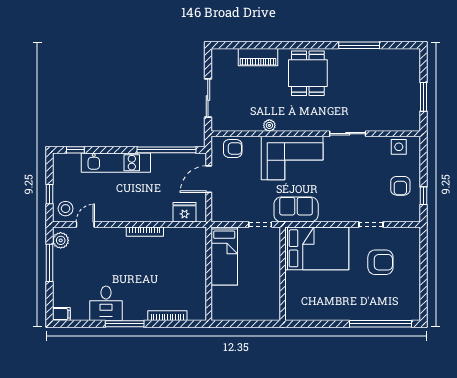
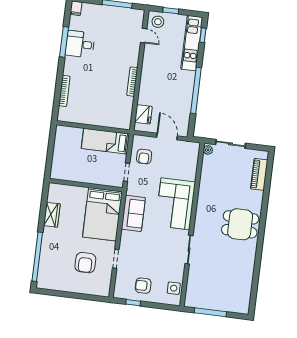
window: (359, 45) -> (257, 267), removed
piano: (258, 57) -> (259, 174), moved
window: (423, 97) -> (210, 312), width x1.44
plant: (269, 125) -> (208, 150), moved
armchair: (233, 149) -> (144, 157), moved
window: (166, 150) -> (196, 90), moved
kitchen unit: (116, 163) -> (192, 43), moved
sofa: (296, 209) -> (133, 213), moved
plant: (61, 240) -> (134, 15), removed
wardrobe: (325, 312) -> (52, 215), added
window: (125, 324) -> (64, 42), moved

